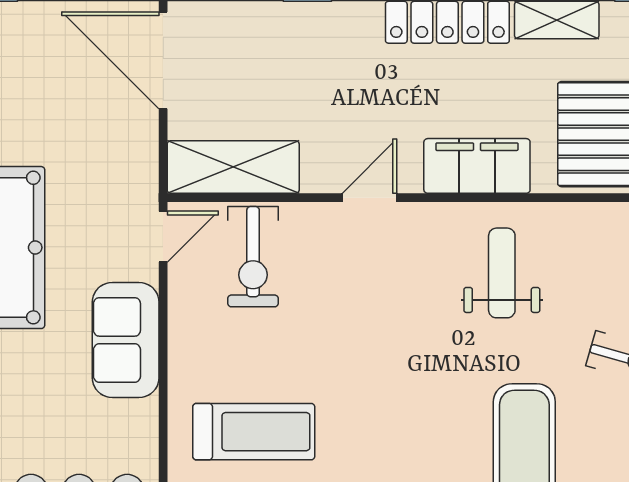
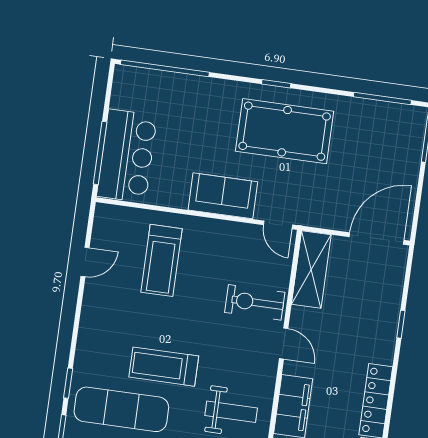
exercise bike: (253, 257) -> (255, 302), moved
treadmill: (439, 402) -> (164, 367), added

